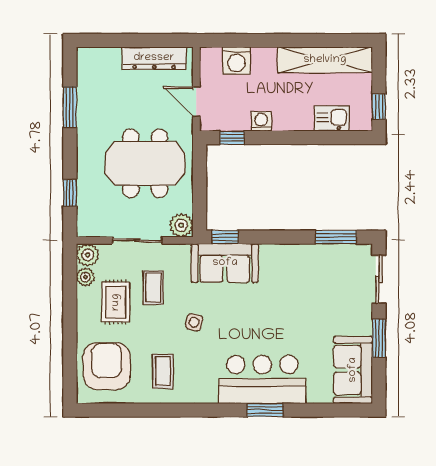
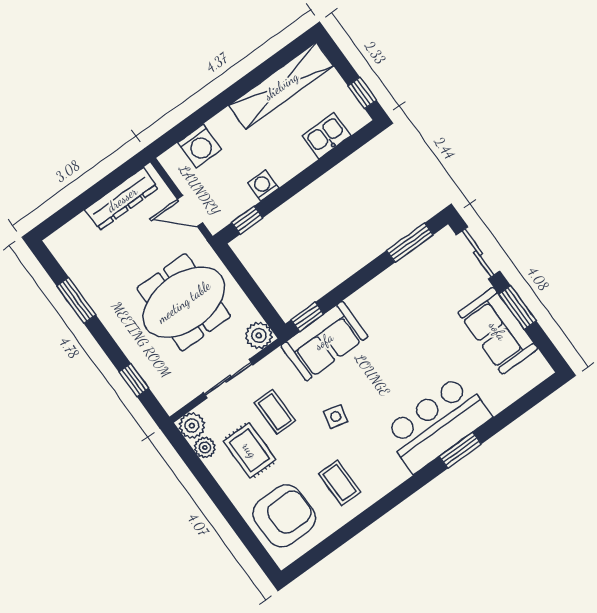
armchair: (107, 366) -> (284, 516), turned 90
sofa: (353, 370) -> (498, 331), moved

